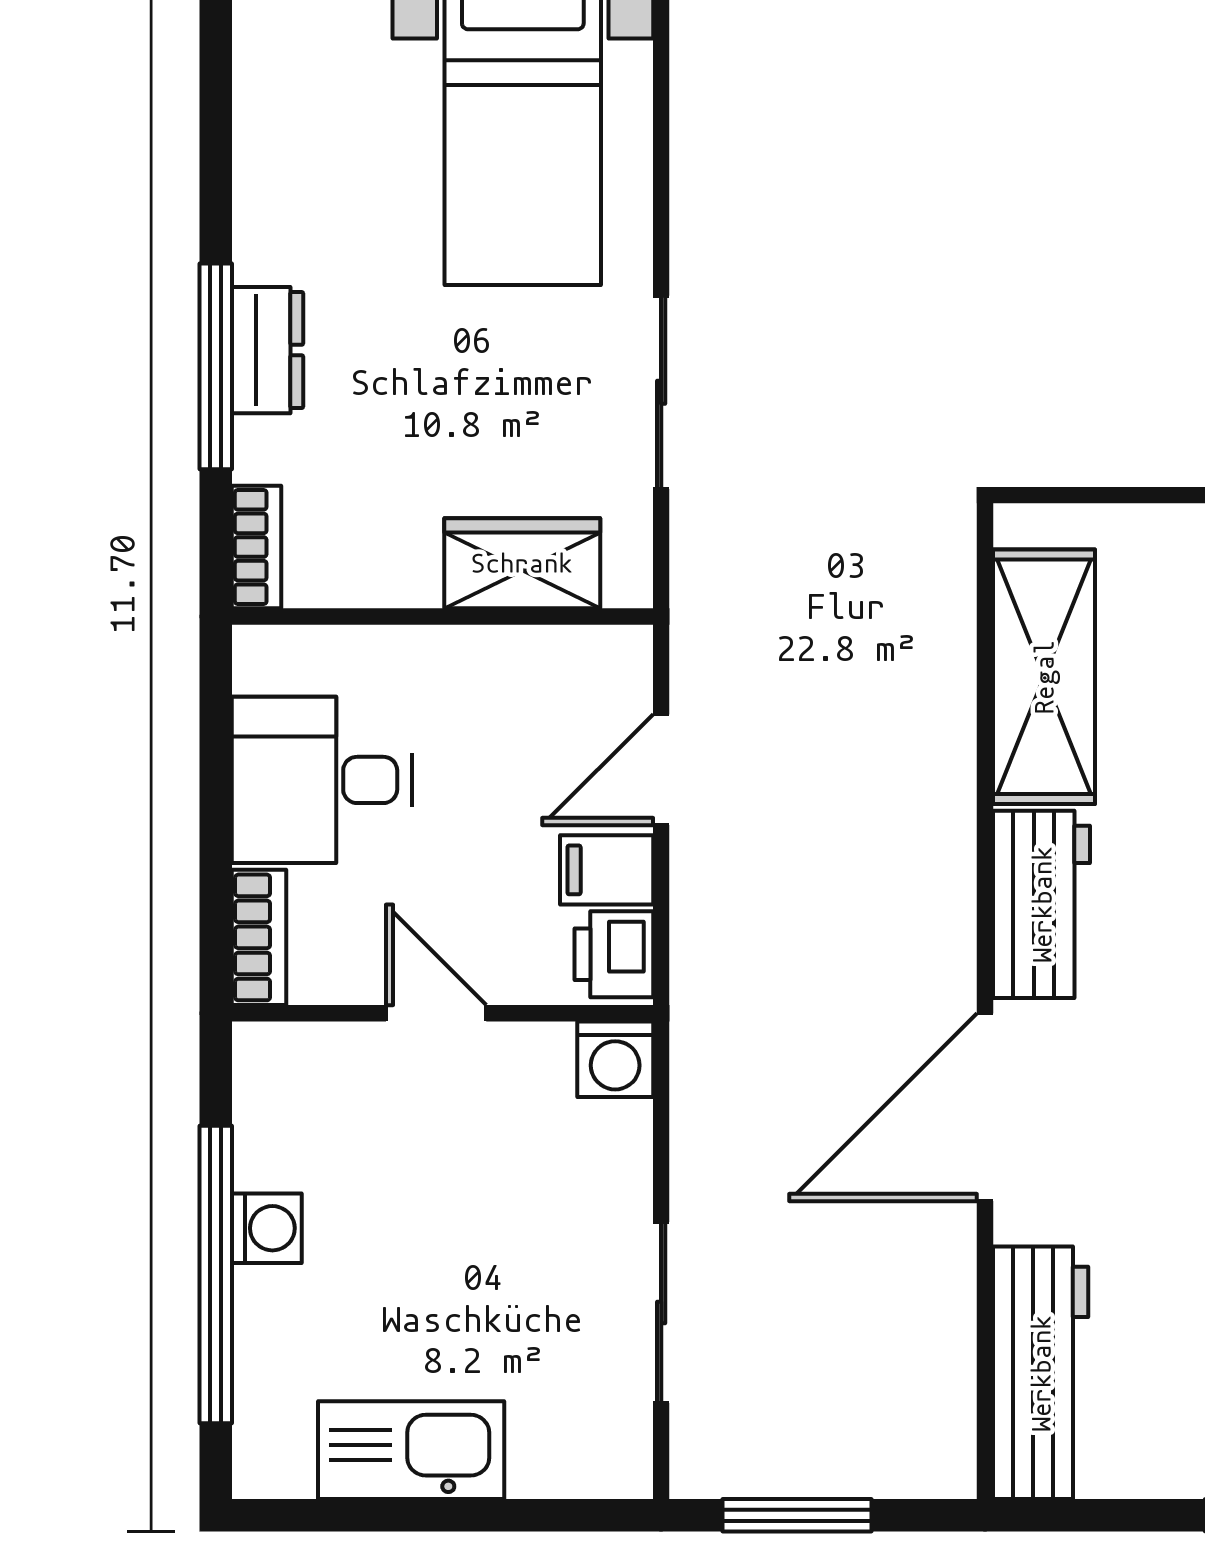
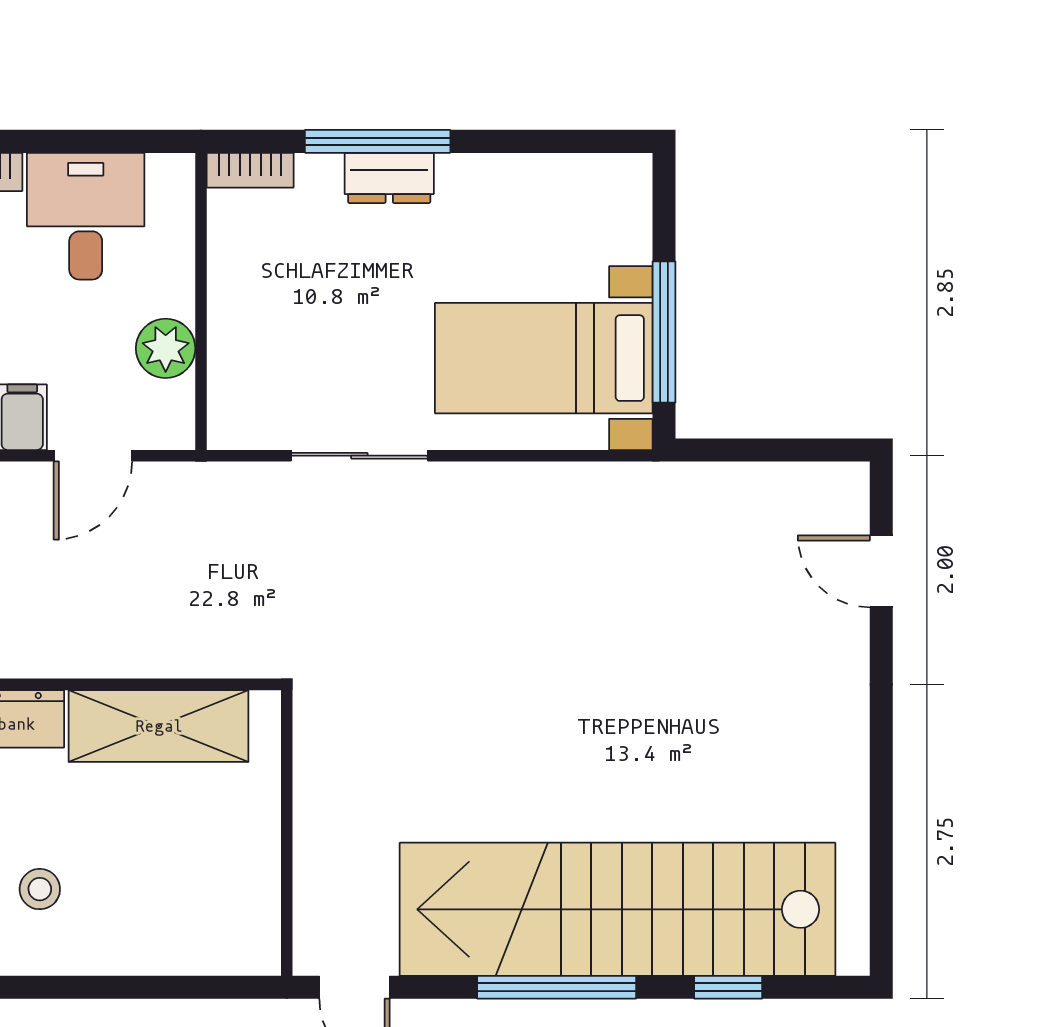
wardrobe: (522, 563) -> (239, 358), removed
plant: (509, 667) -> (166, 348), added
door: (661, 770) -> (93, 456), swing flipped

